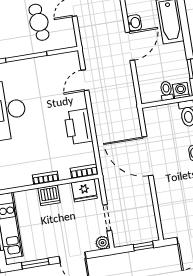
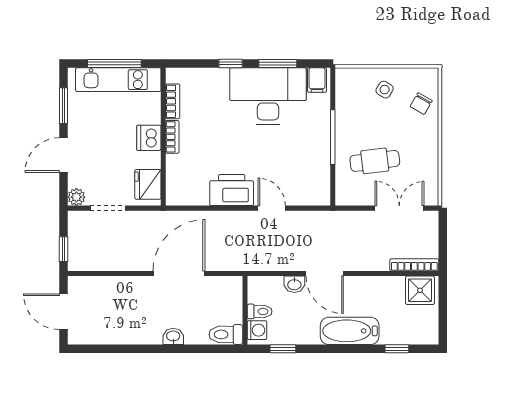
washbasin: (134, 23) -> (294, 284), moved
door: (85, 80) -> (272, 208), moved
bookcase: (84, 171) -> (173, 101), moved

